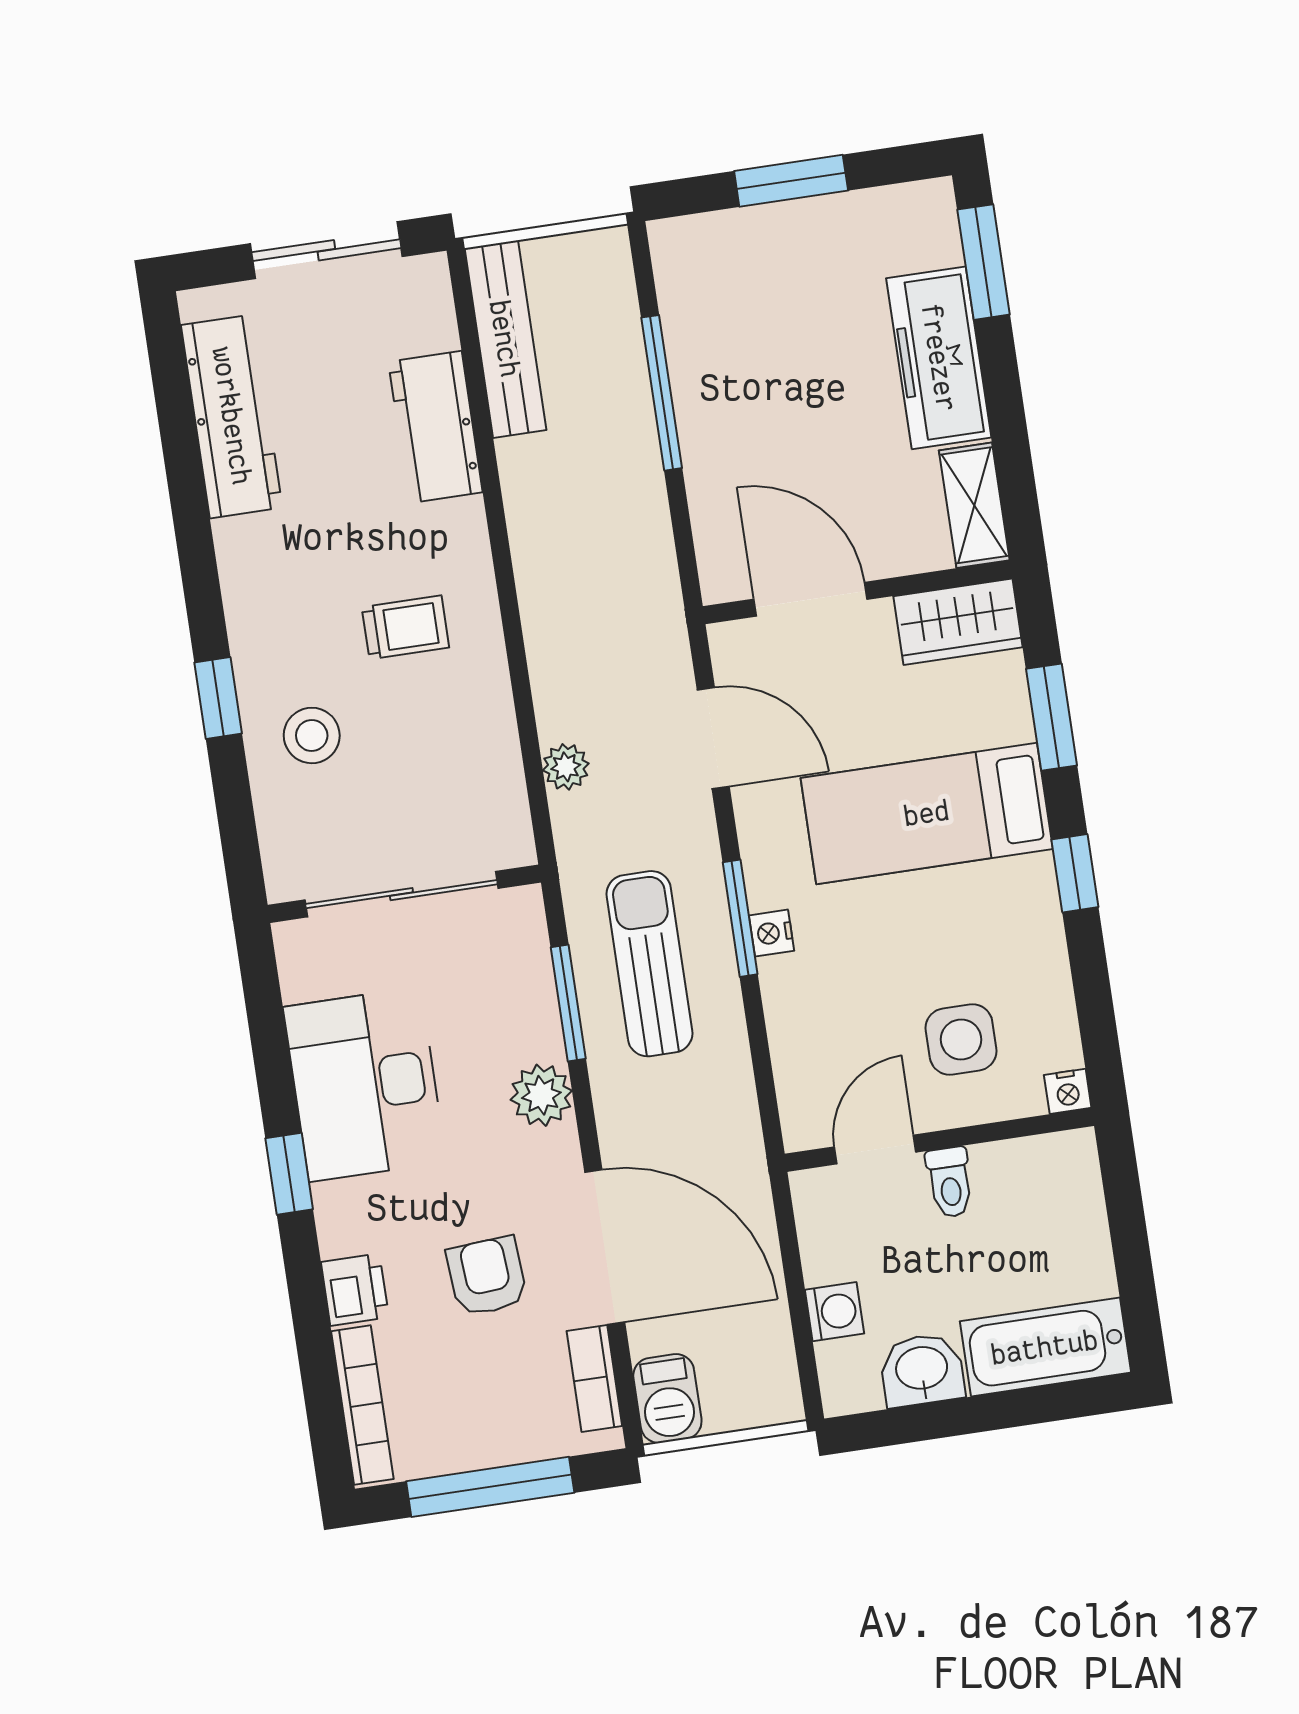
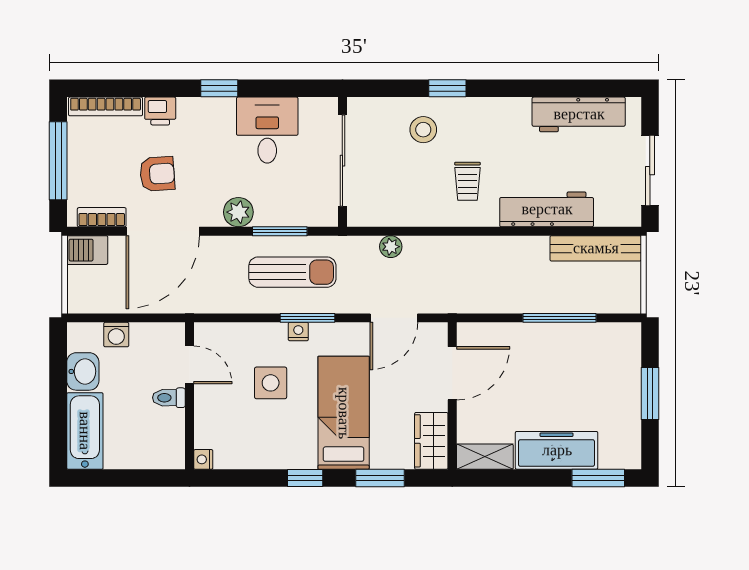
workbench: (435, 427) -> (547, 209), width x1.38
side table: (961, 1040) -> (271, 383), moved
desk: (365, 1084) -> (267, 130), width x0.73

